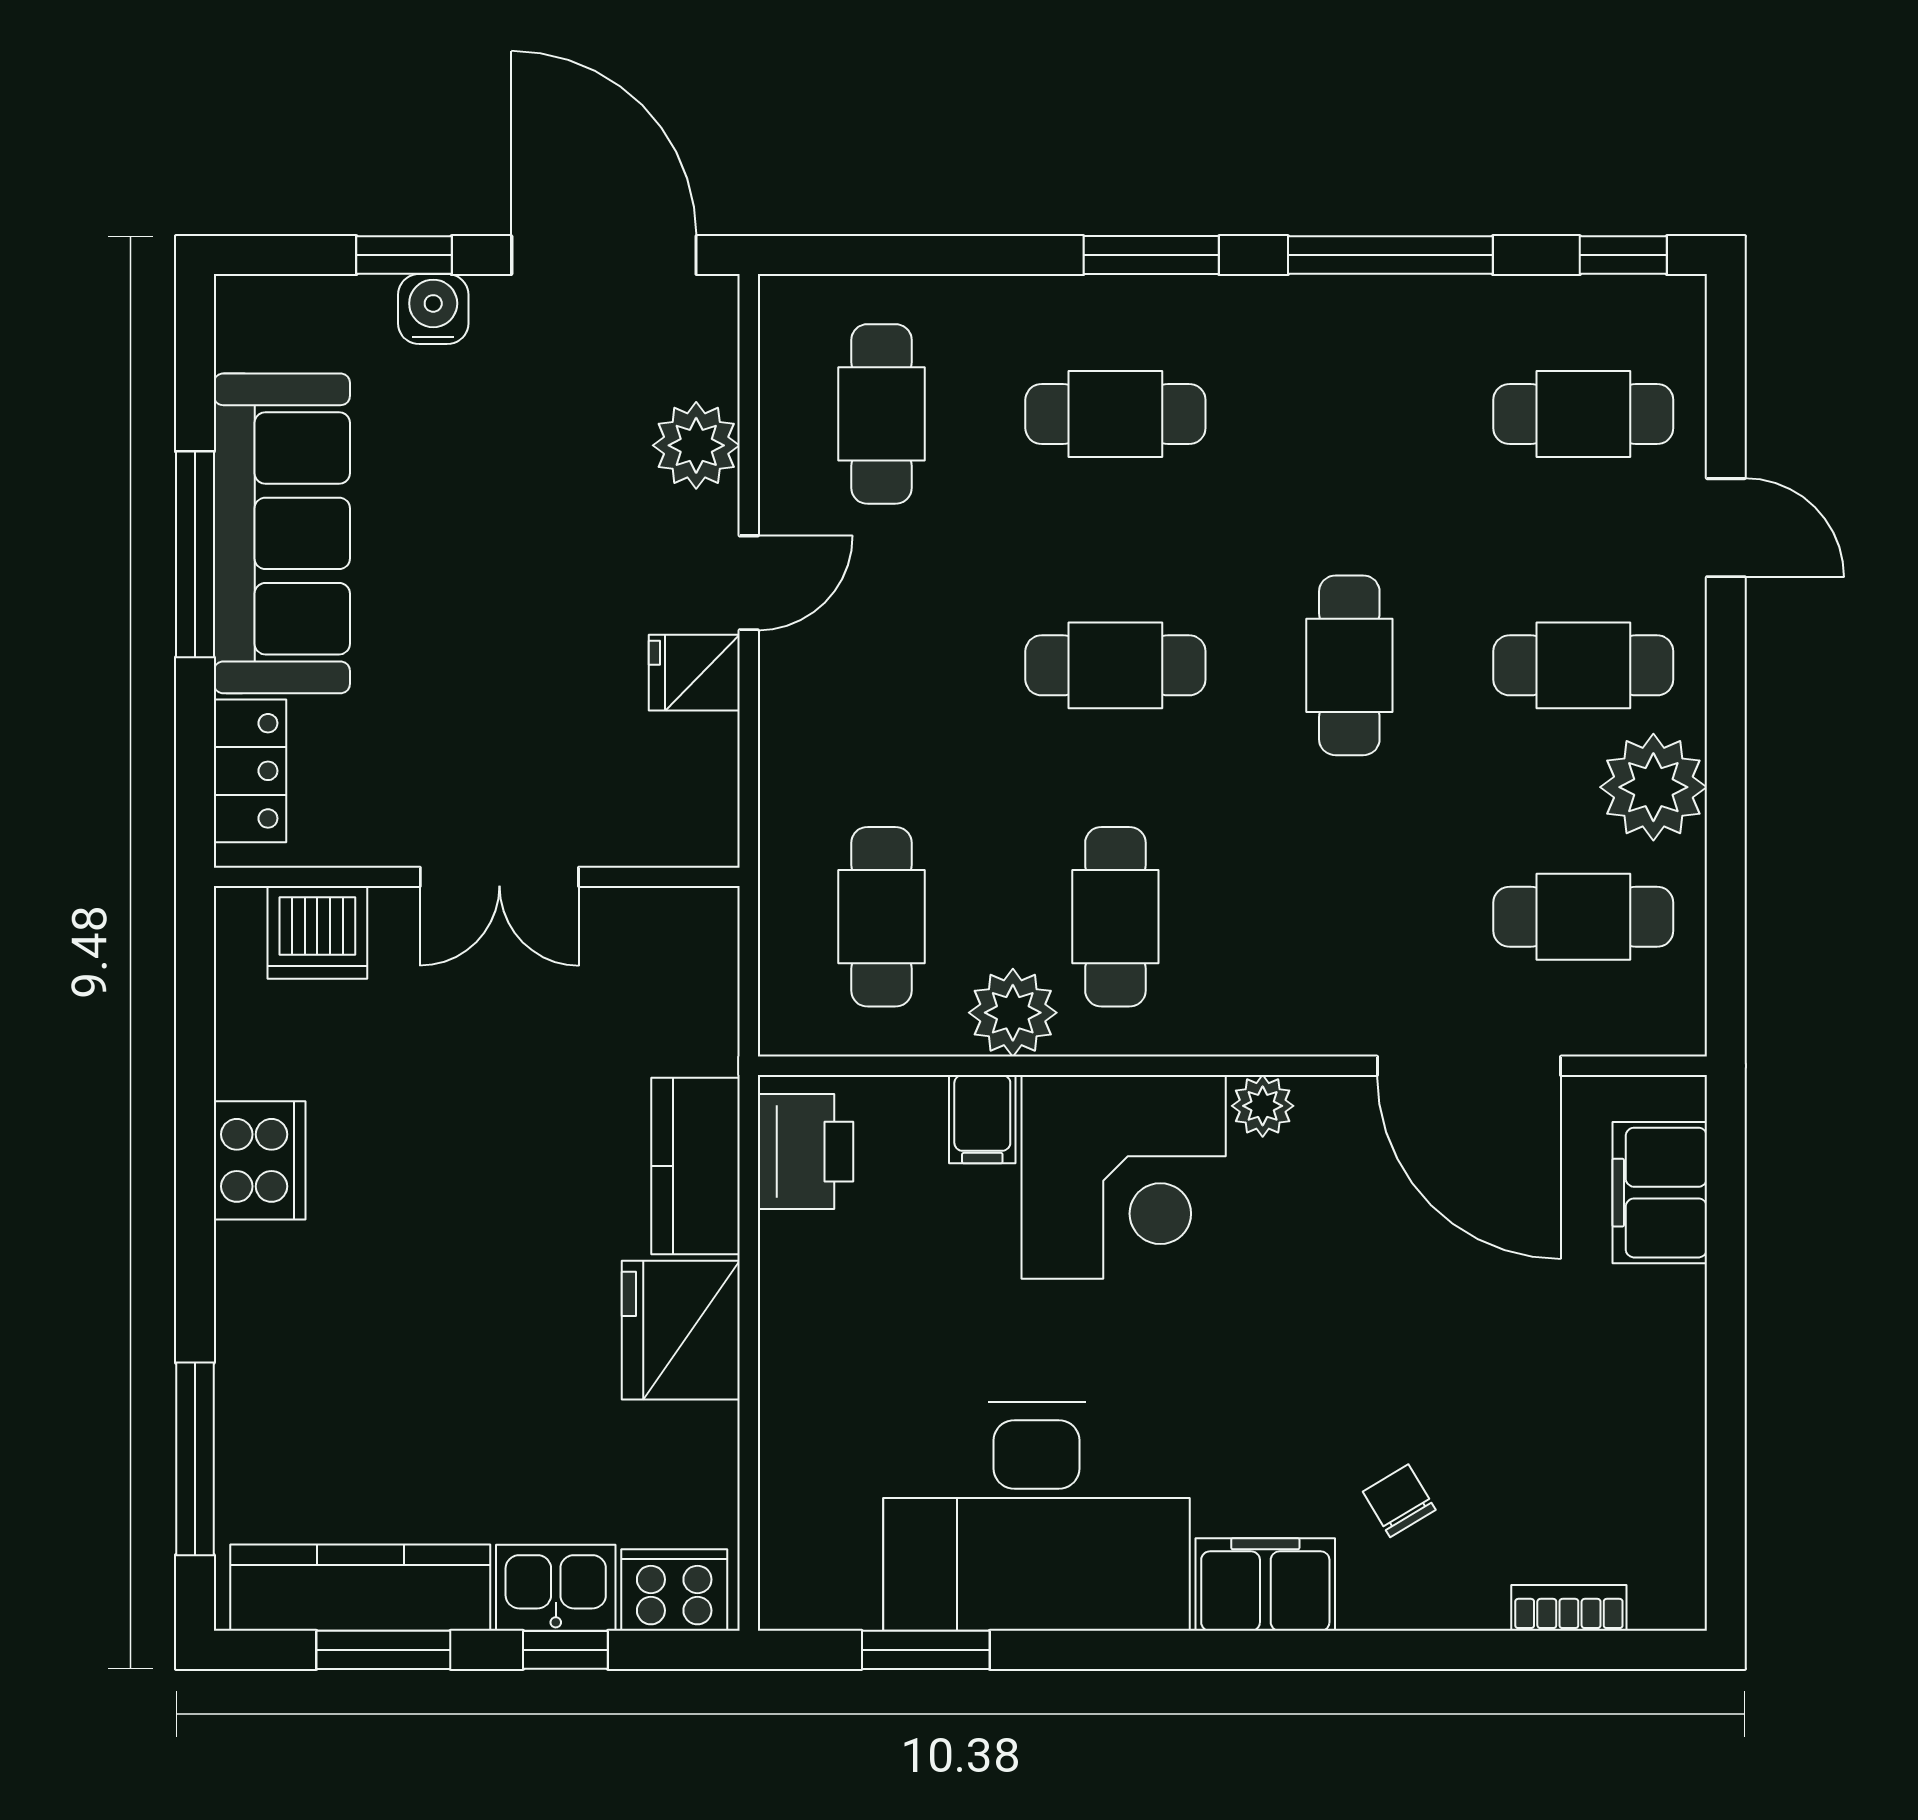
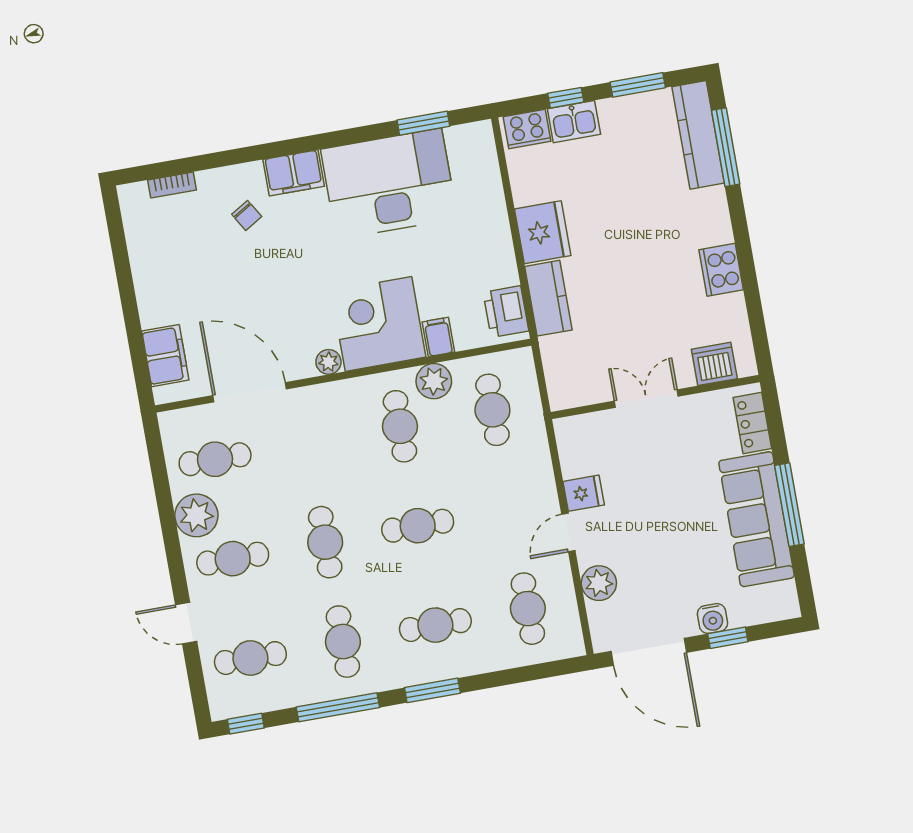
cafe table: (1349, 414) -> (343, 642), added
kitchen counter: (360, 1588) -> (698, 135), moved, turned 90

